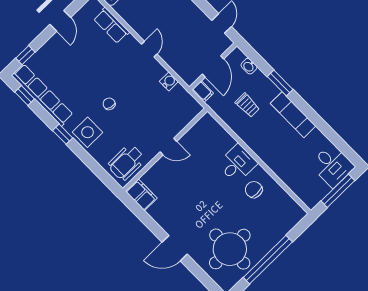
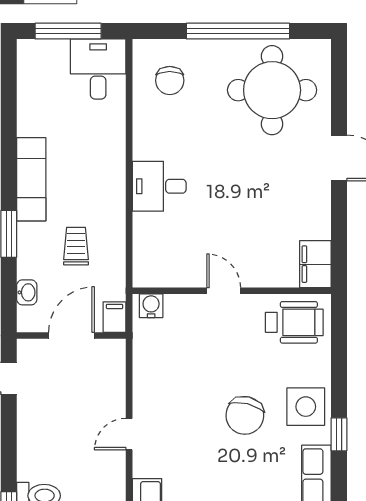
water cooler: (169, 81) -> (151, 306), moved, turned 90
chair: (109, 104) -> (245, 415), width x1.87, depth x1.87
desk: (332, 166) -> (98, 69), moved
chair: (254, 190) -> (170, 80), moved

